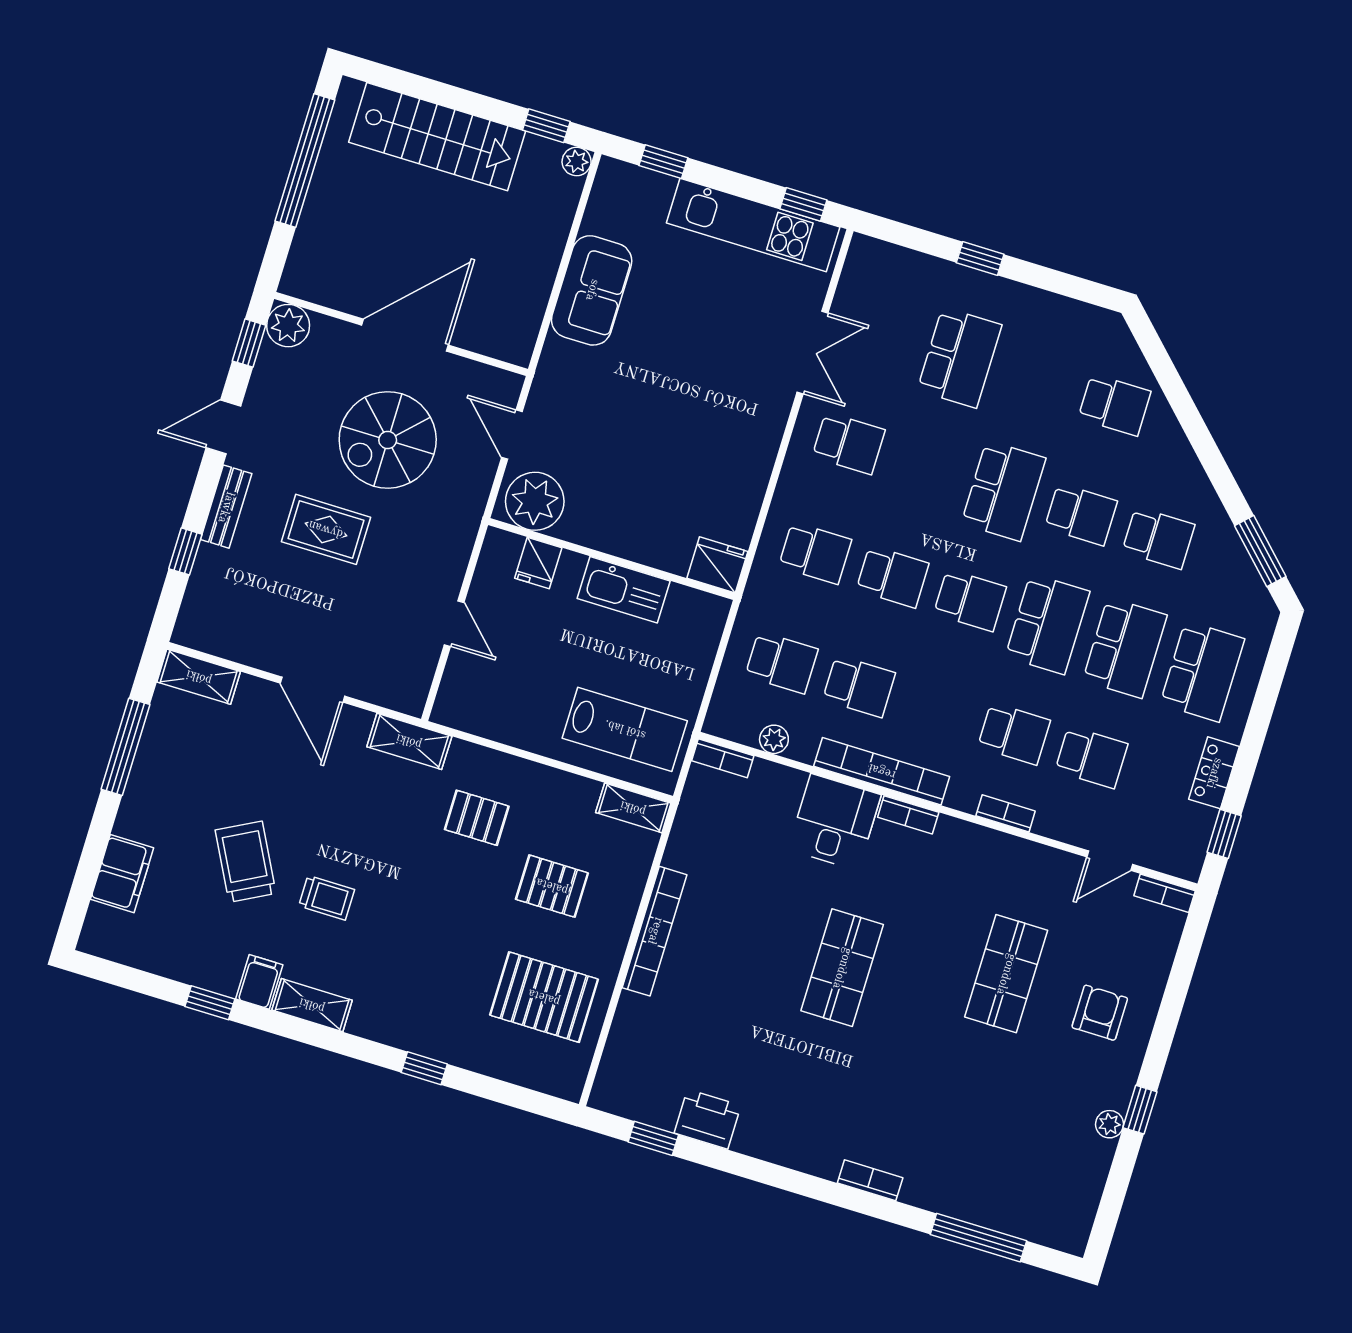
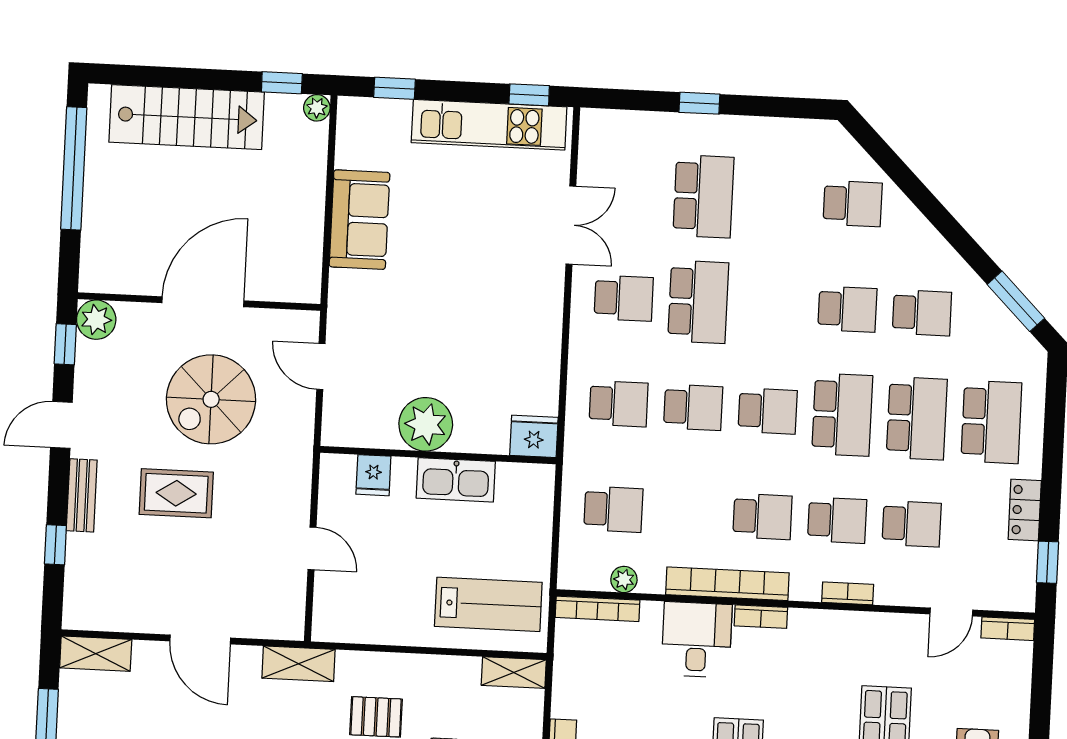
school desk: (1003, 491) -> (698, 302), moved
plant: (535, 501) -> (426, 424), moved
school desk: (859, 686) -> (763, 517), moved
bookcase: (723, 758) -> (597, 609), width x1.56

